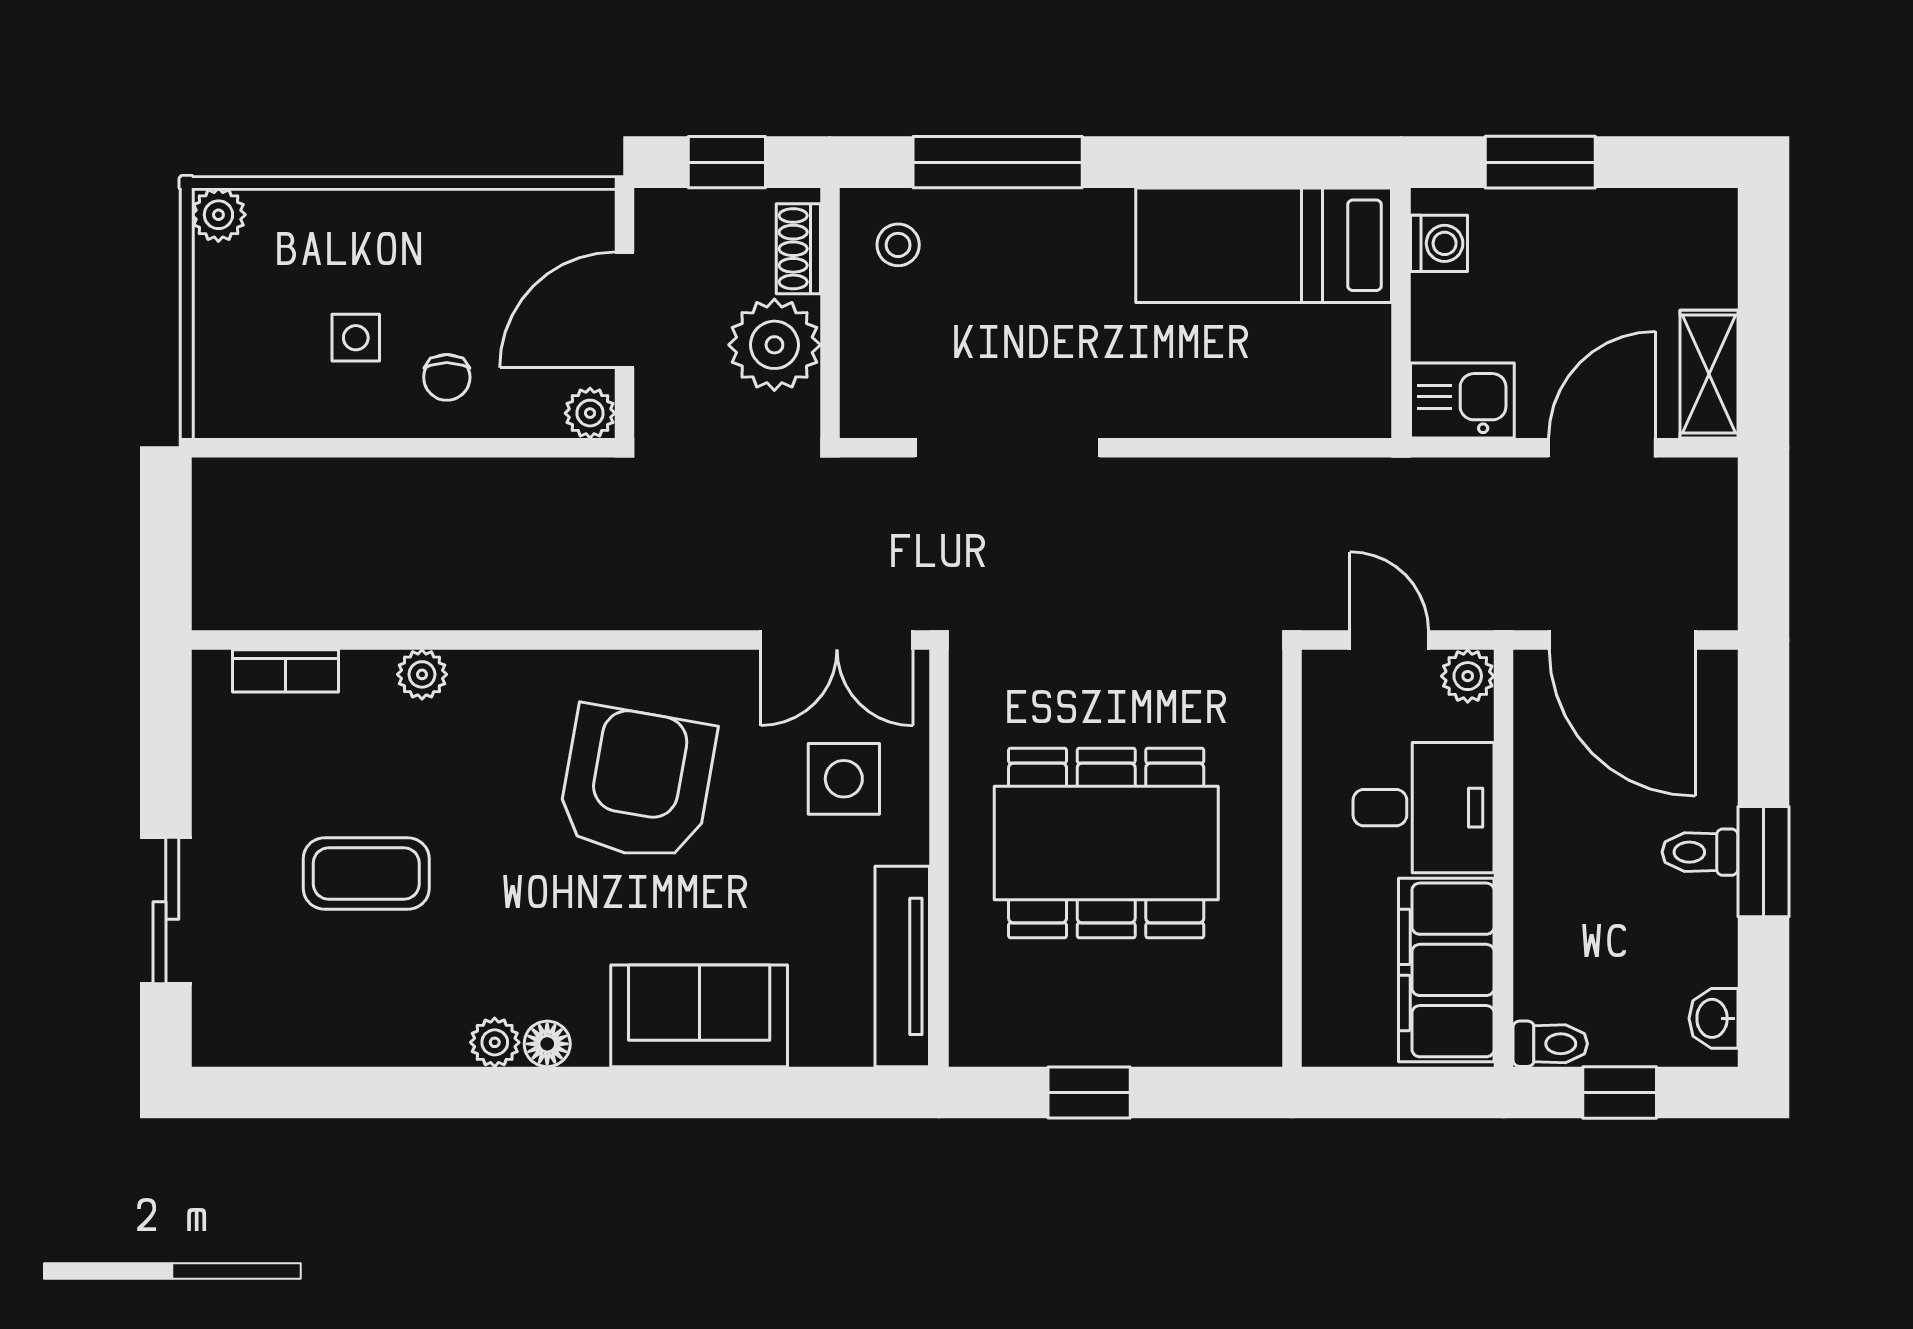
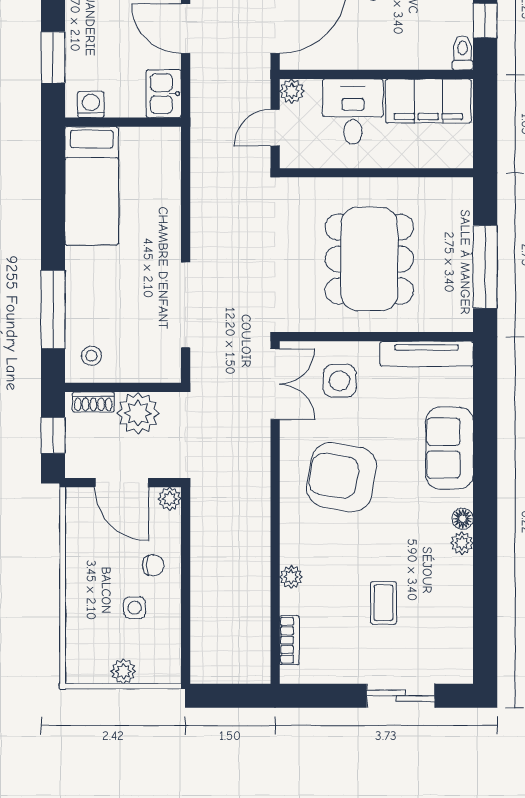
plant: (218, 215) -> (123, 671), moved
coffee table: (366, 873) -> (383, 603), width x0.73, depth x0.77
window: (1089, 1092) -> (485, 267), width x2.17

